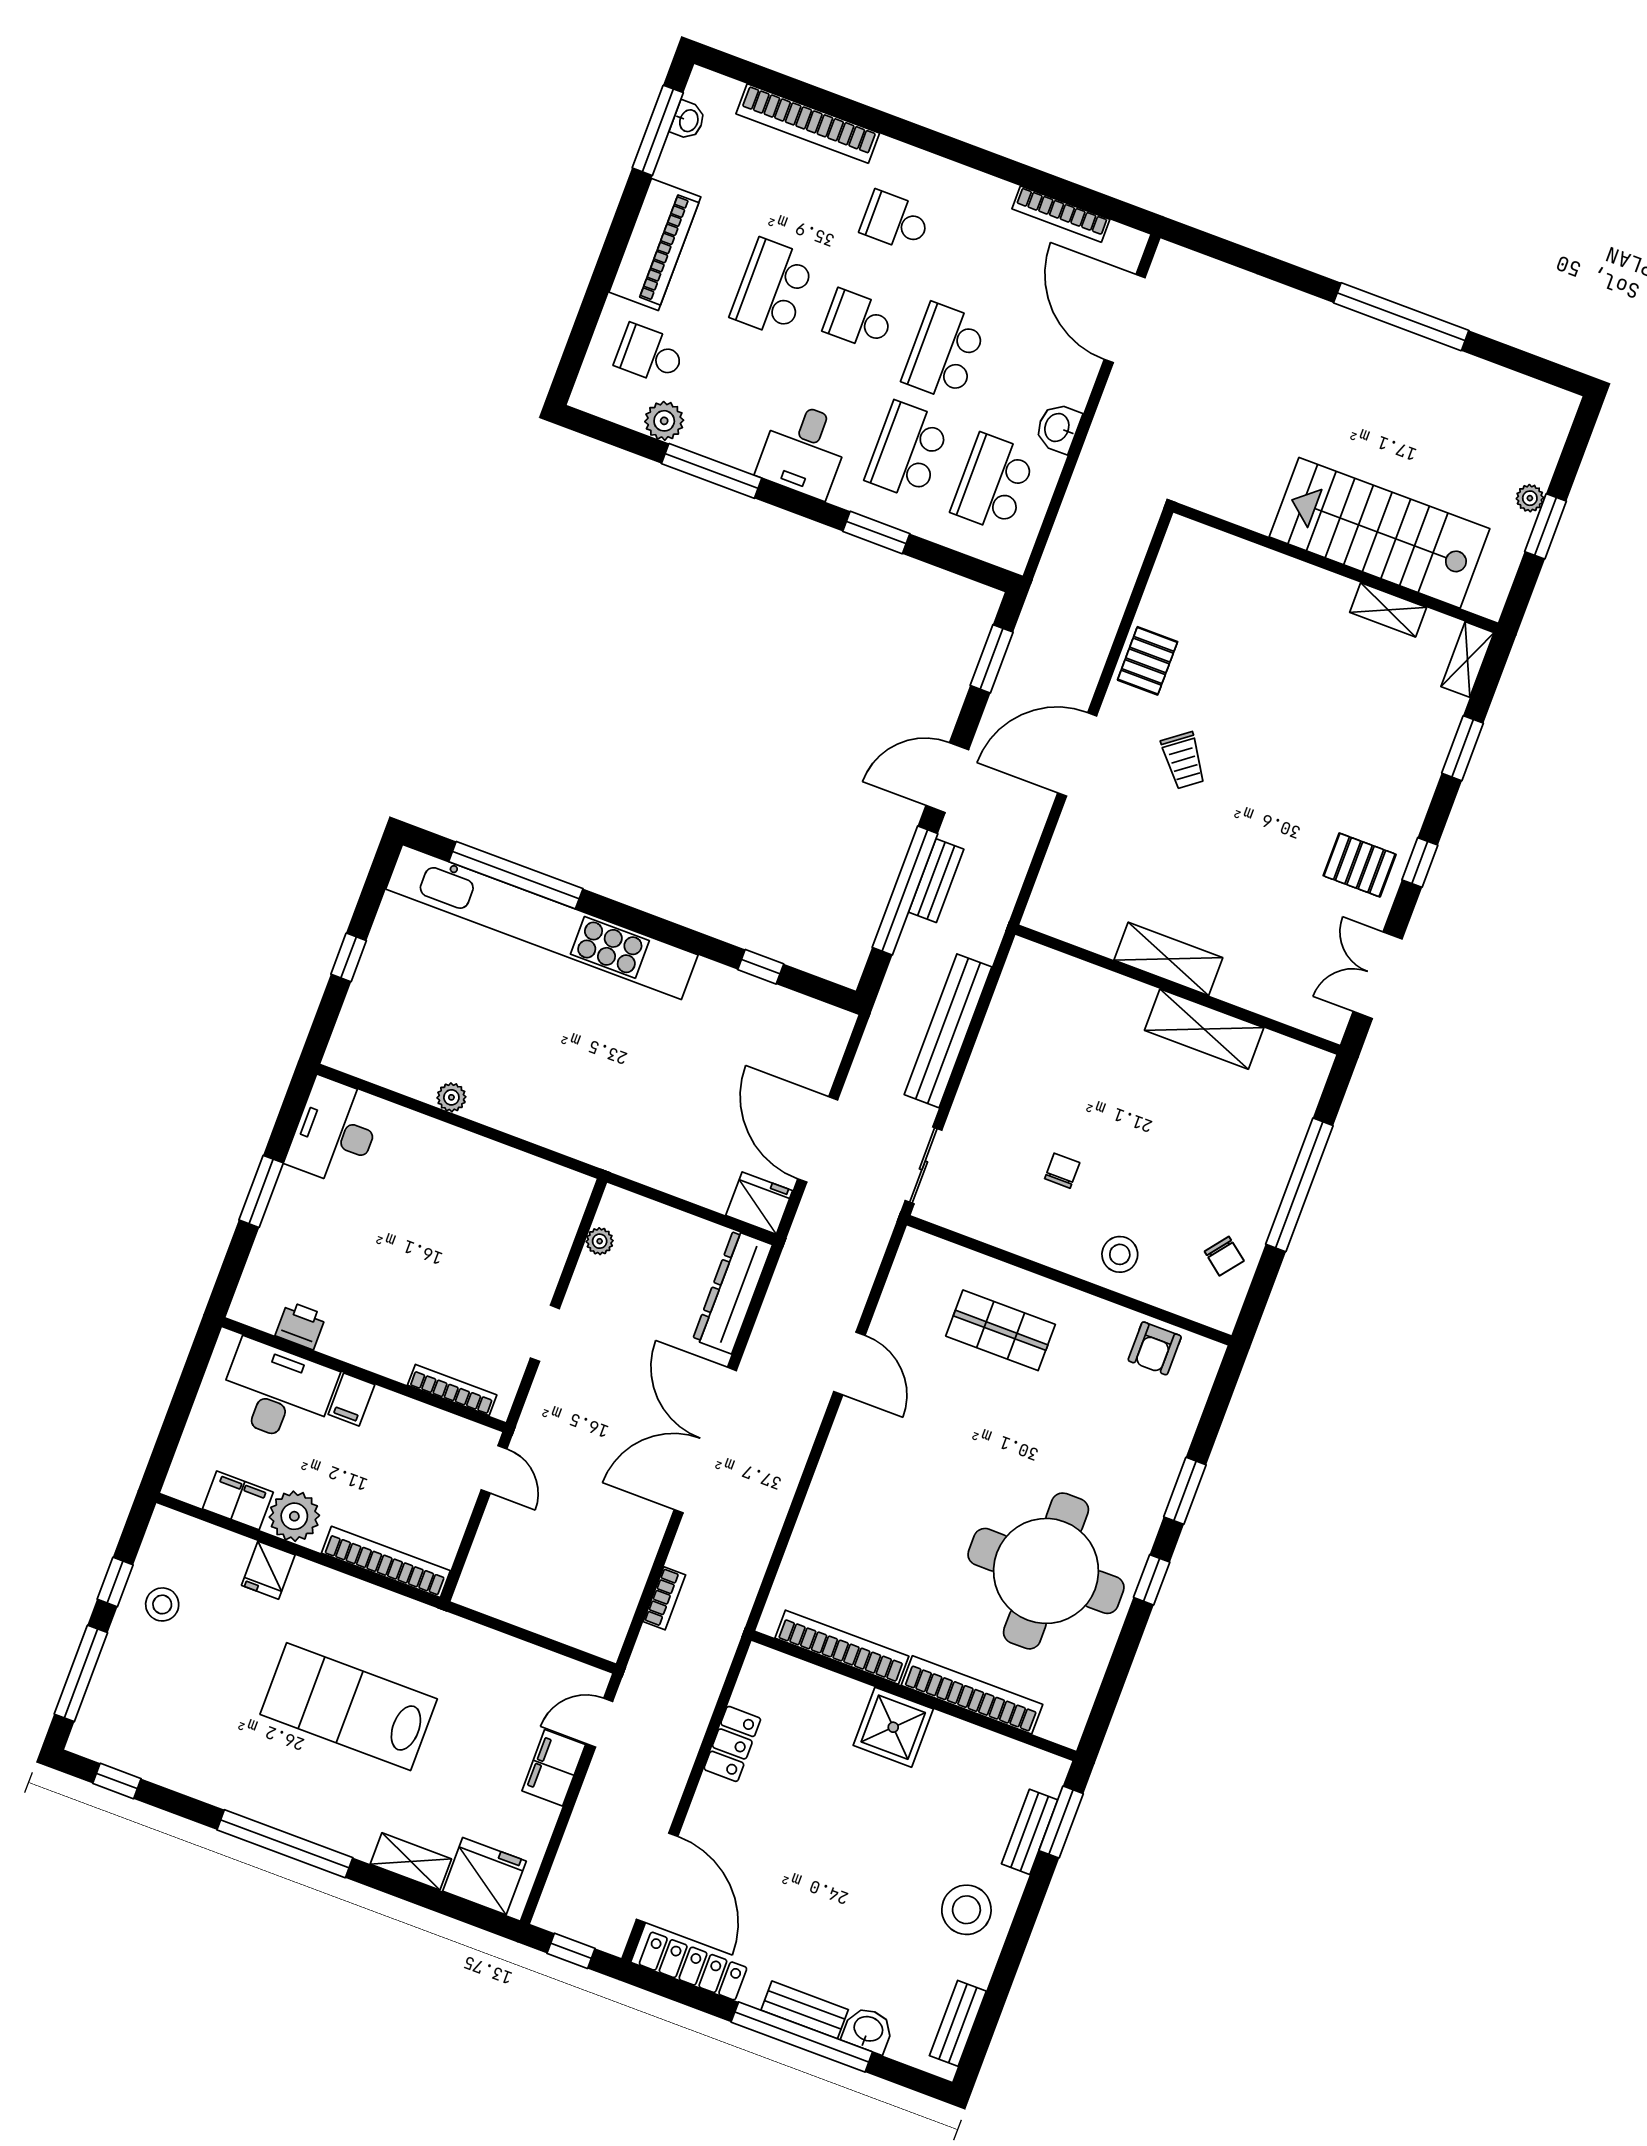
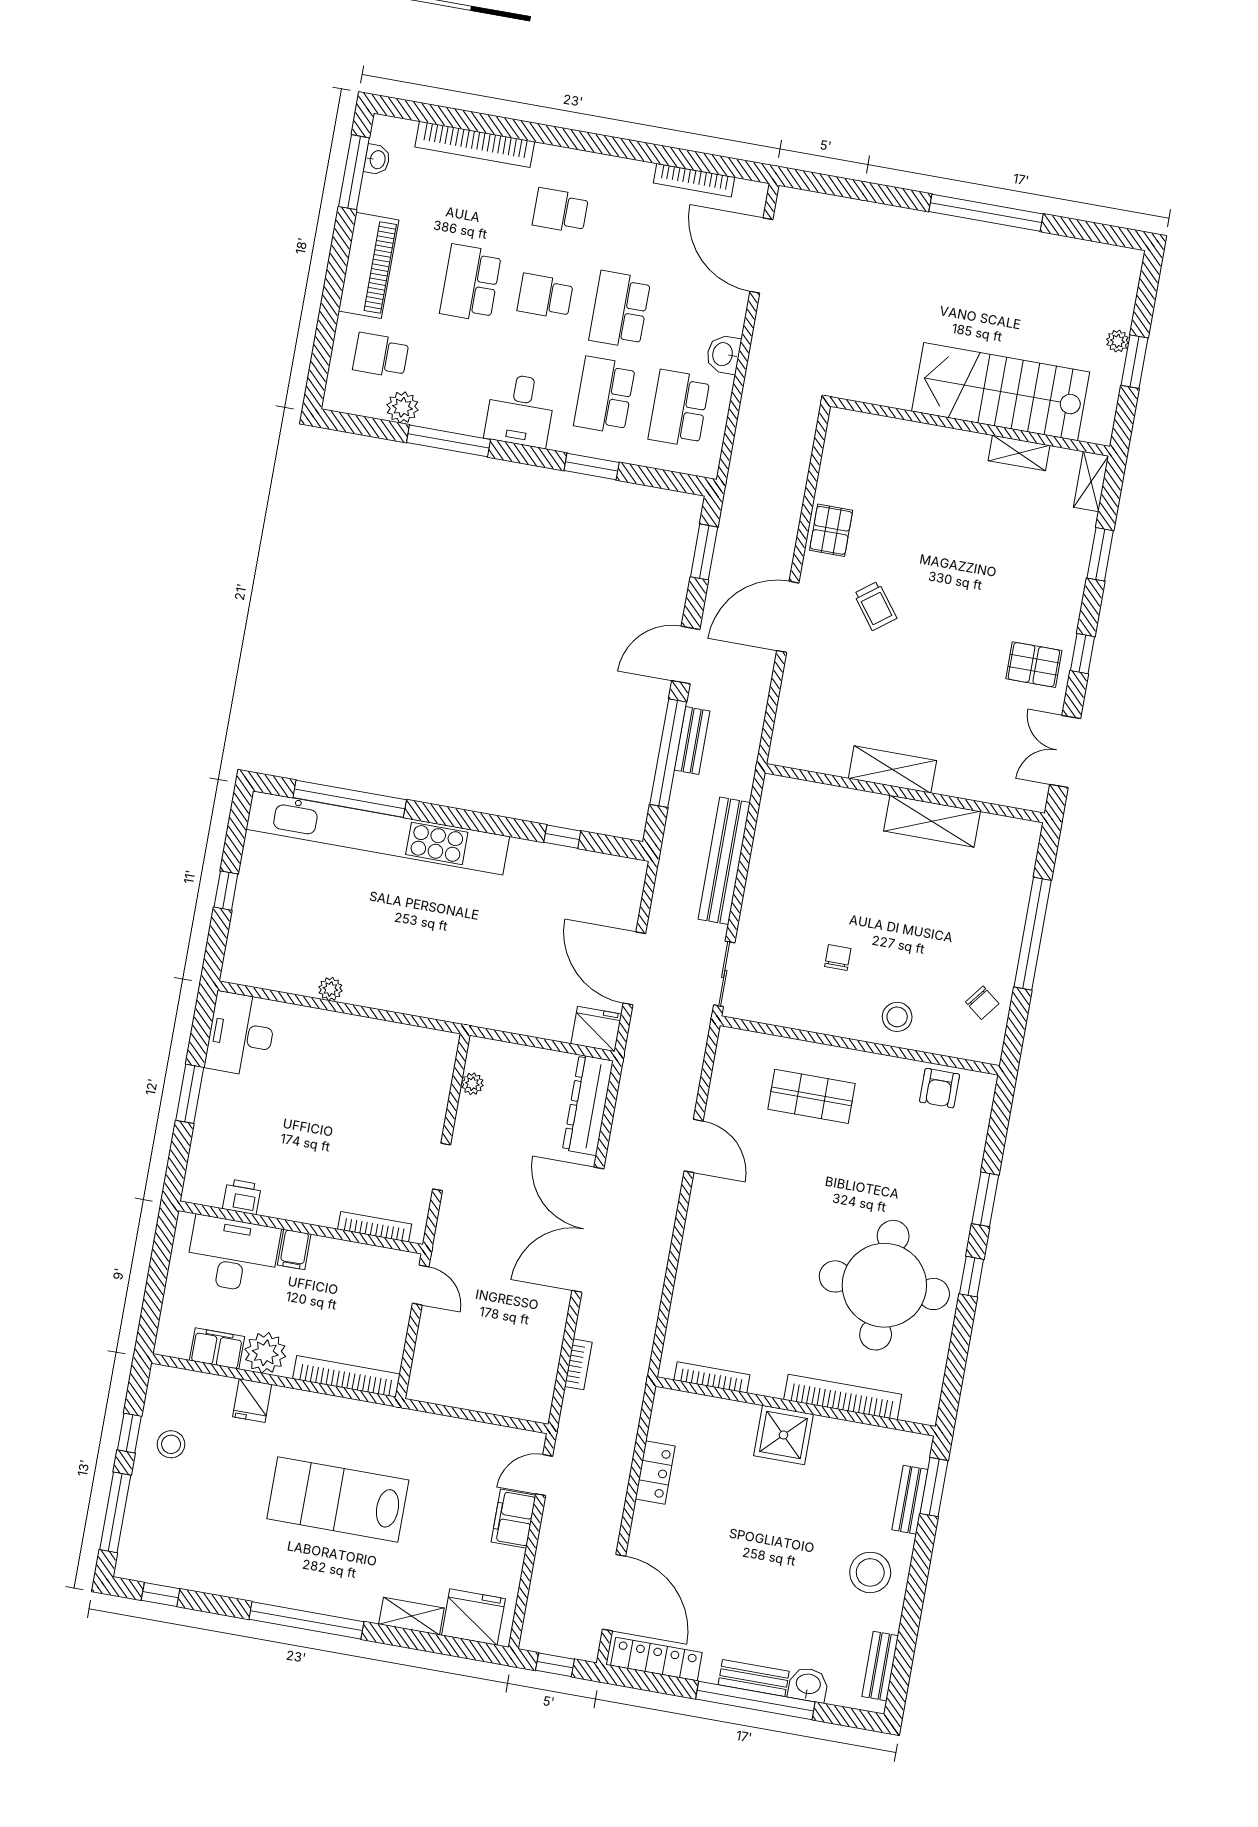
bookcase: (842, 1647) -> (712, 1377), width x0.68, depth x0.76

